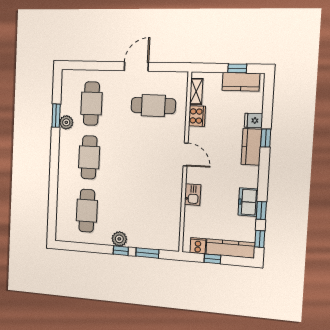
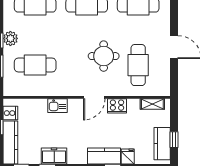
cooker: (197, 116) -> (117, 106), moved
round table: (142, 142) -> (104, 56), added
cafe table: (148, 215) -> (35, 65), added

